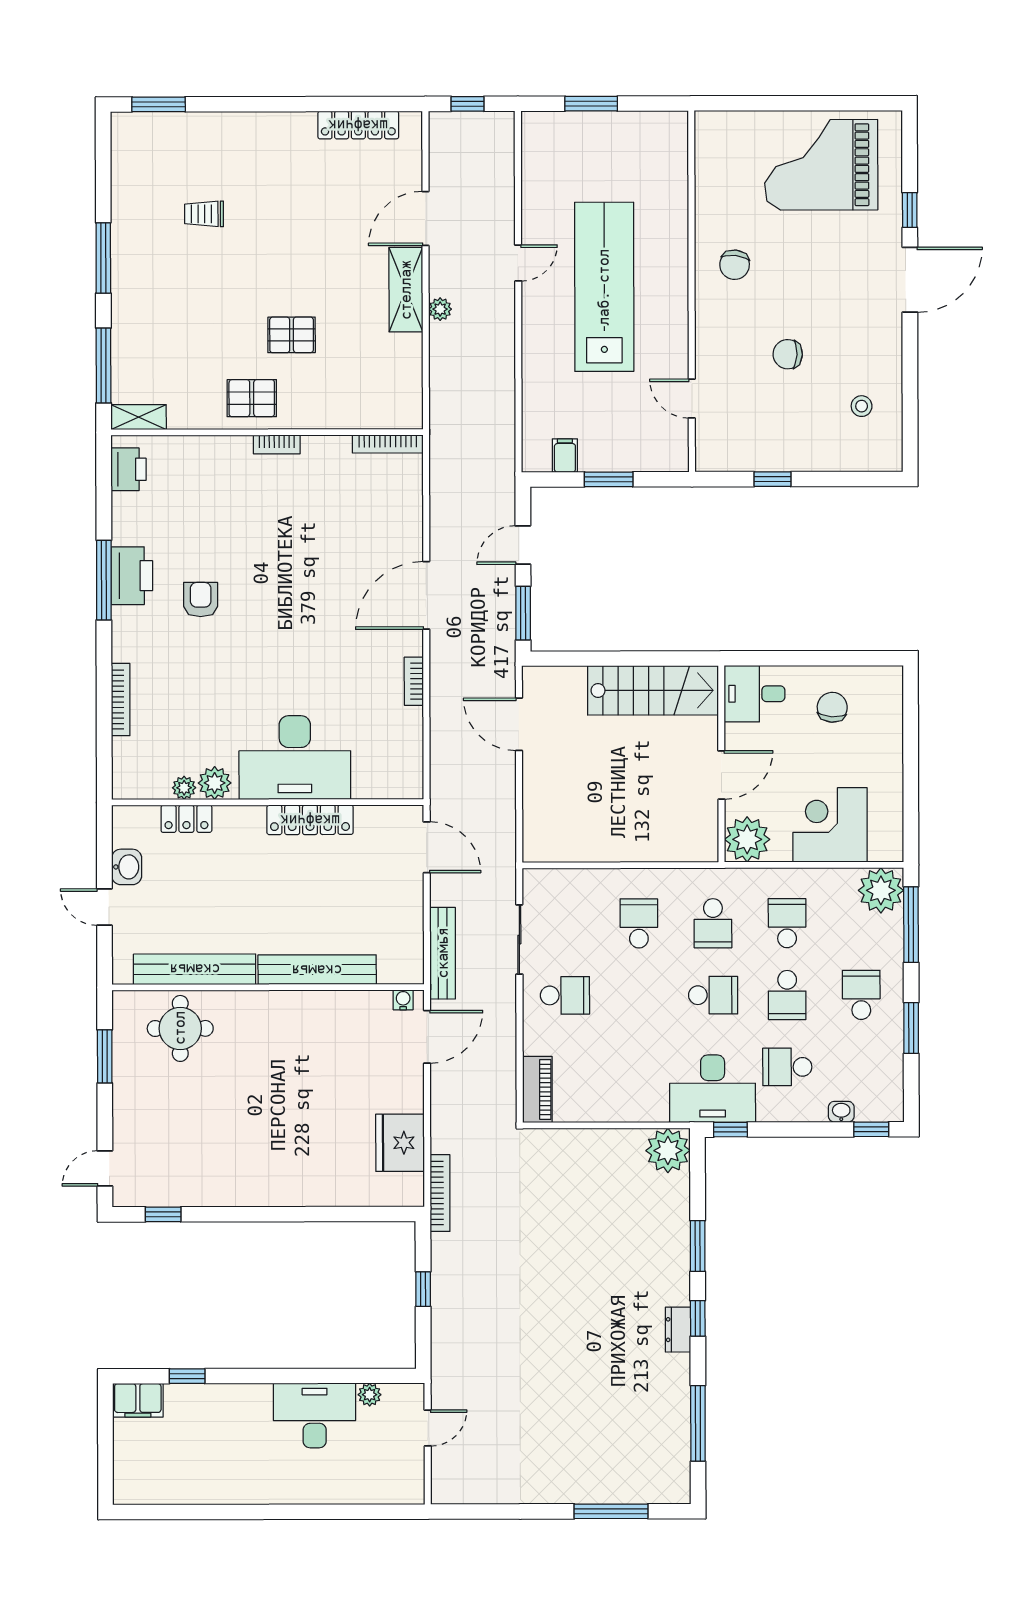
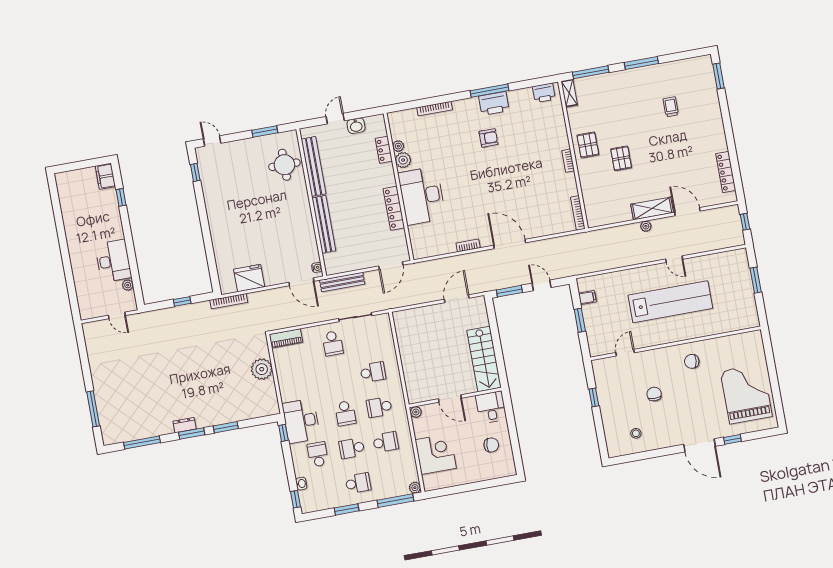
plant: (747, 839) -> (416, 412), width x0.53, depth x0.53
plant: (881, 890) -> (415, 488), width x0.53, depth x0.53
plant: (668, 1150) -> (262, 369), moved
window: (698, 1318) -> (192, 433), width x1.50

